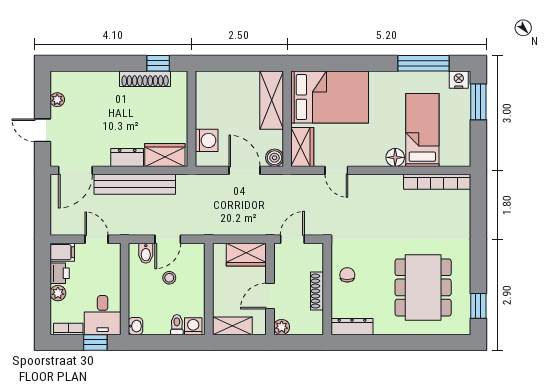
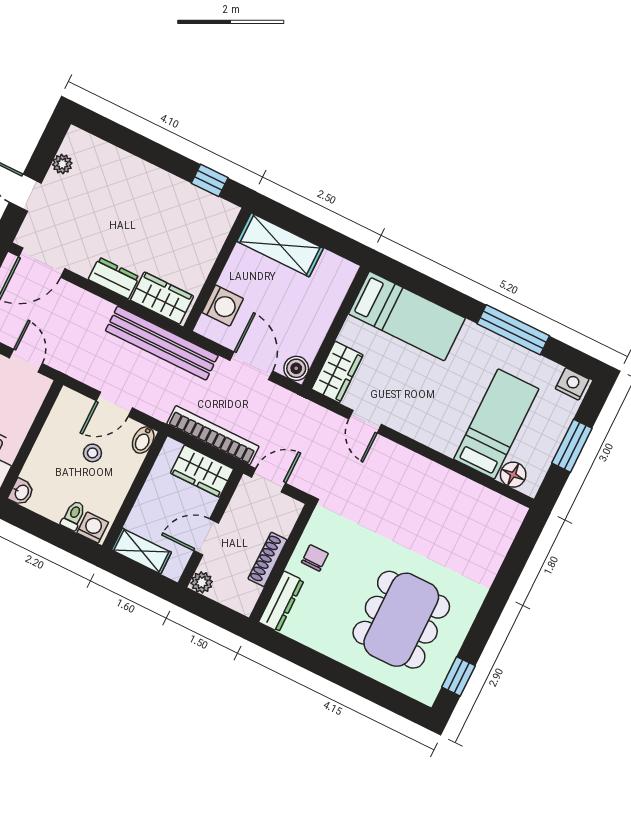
window: (423, 63) -> (513, 330), moved
shoe rack: (145, 79) -> (184, 192), removed
bed: (330, 97) -> (407, 316), width x0.67
shelving: (272, 100) -> (280, 245), moved, turned 90
window: (478, 102) -> (572, 446), moved
floor lamp: (395, 157) -> (513, 475), moved
bookcase: (437, 182) -> (213, 435), moved, turned 180
bench: (135, 184) -> (162, 343), moved
bidet: (146, 253) -> (143, 440), moved
dresser: (352, 327) -> (281, 601), moved, turned 90

